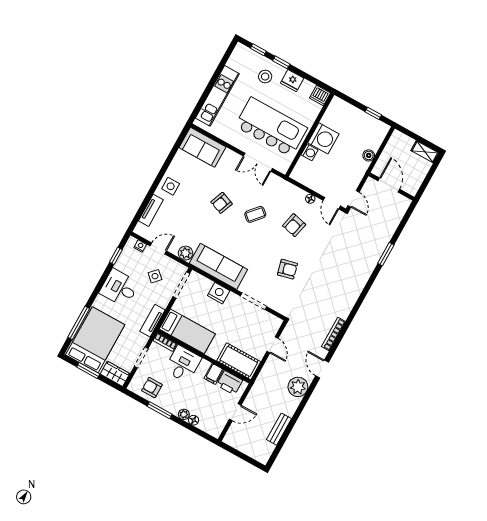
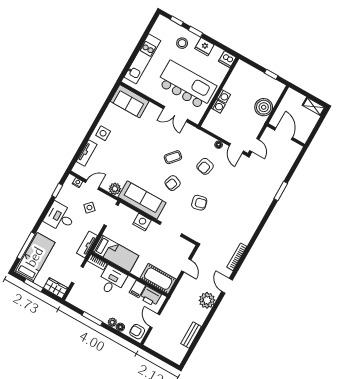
washing machine: (323, 138) -> (224, 96), width x0.53, depth x0.53
boiler: (369, 155) -> (264, 107), width x1.86, depth x1.86
armchair: (222, 203) -> (173, 183), moved
bed: (95, 340) -> (35, 257), width x0.67
armchair: (152, 388) -> (137, 332), moved
door: (235, 412) -> (155, 321), swing flipped

